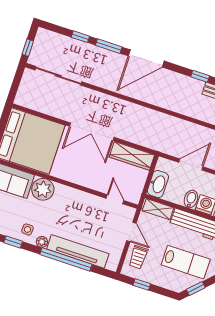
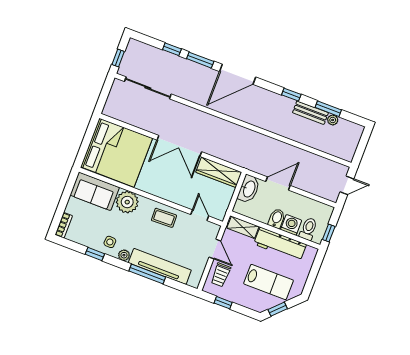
washbasin: (158, 184) -> (249, 189), moved
coffee table: (80, 203) -> (164, 218), added
window: (66, 259) -> (147, 274), width x0.68

